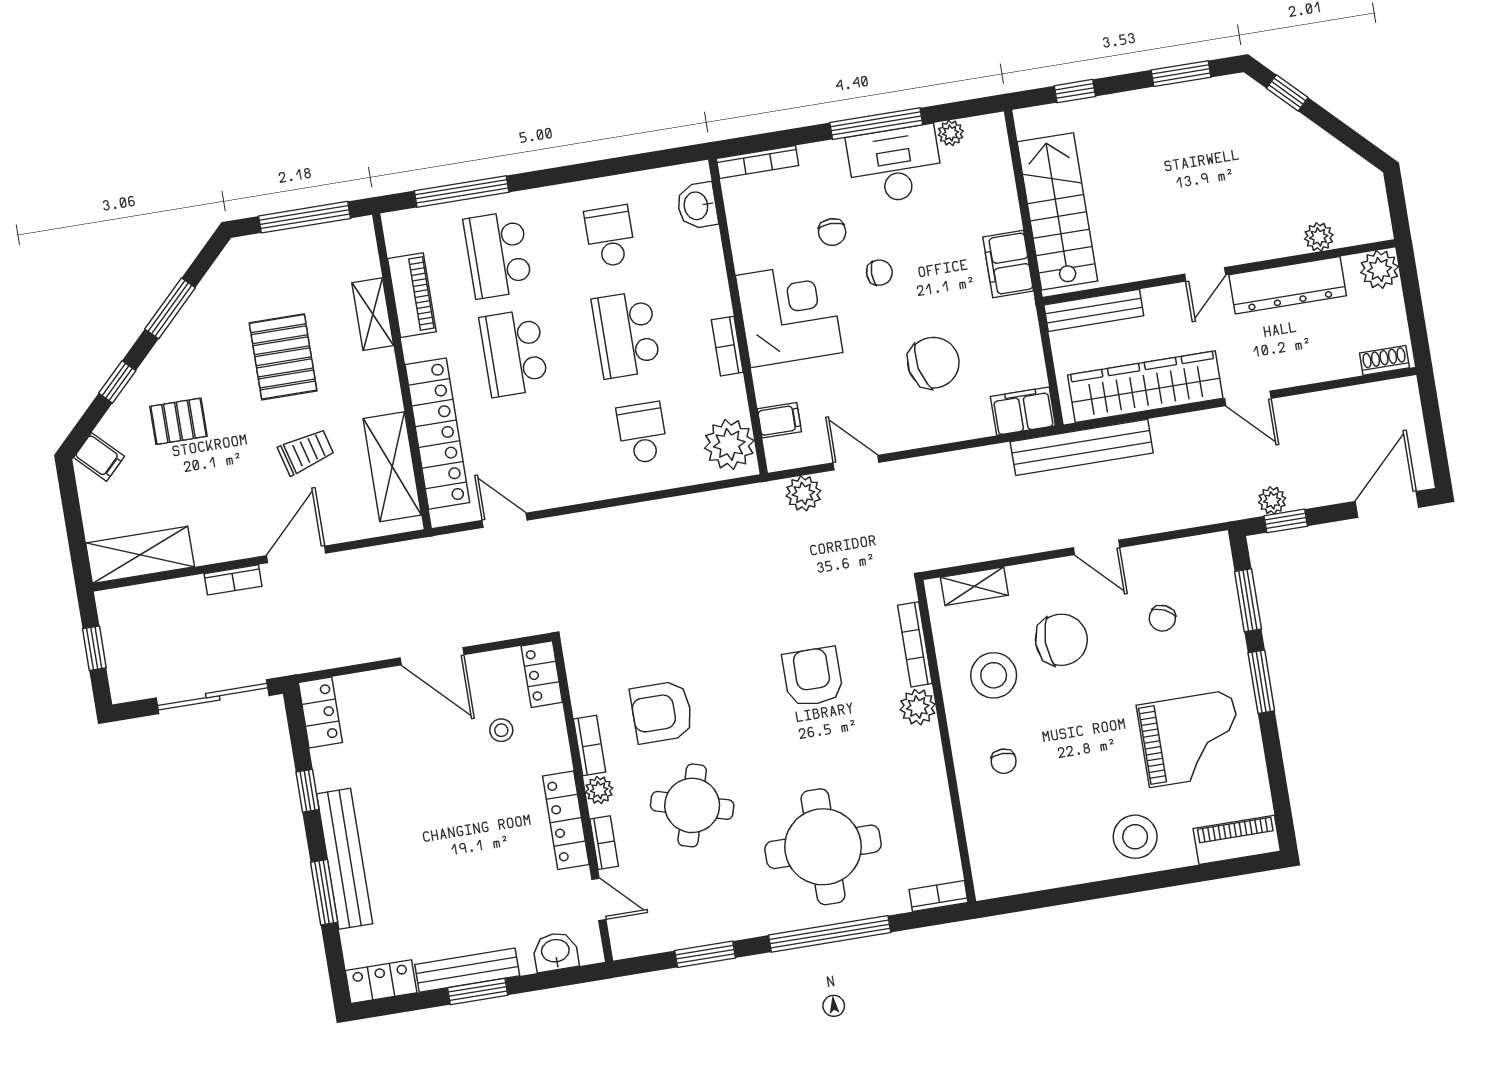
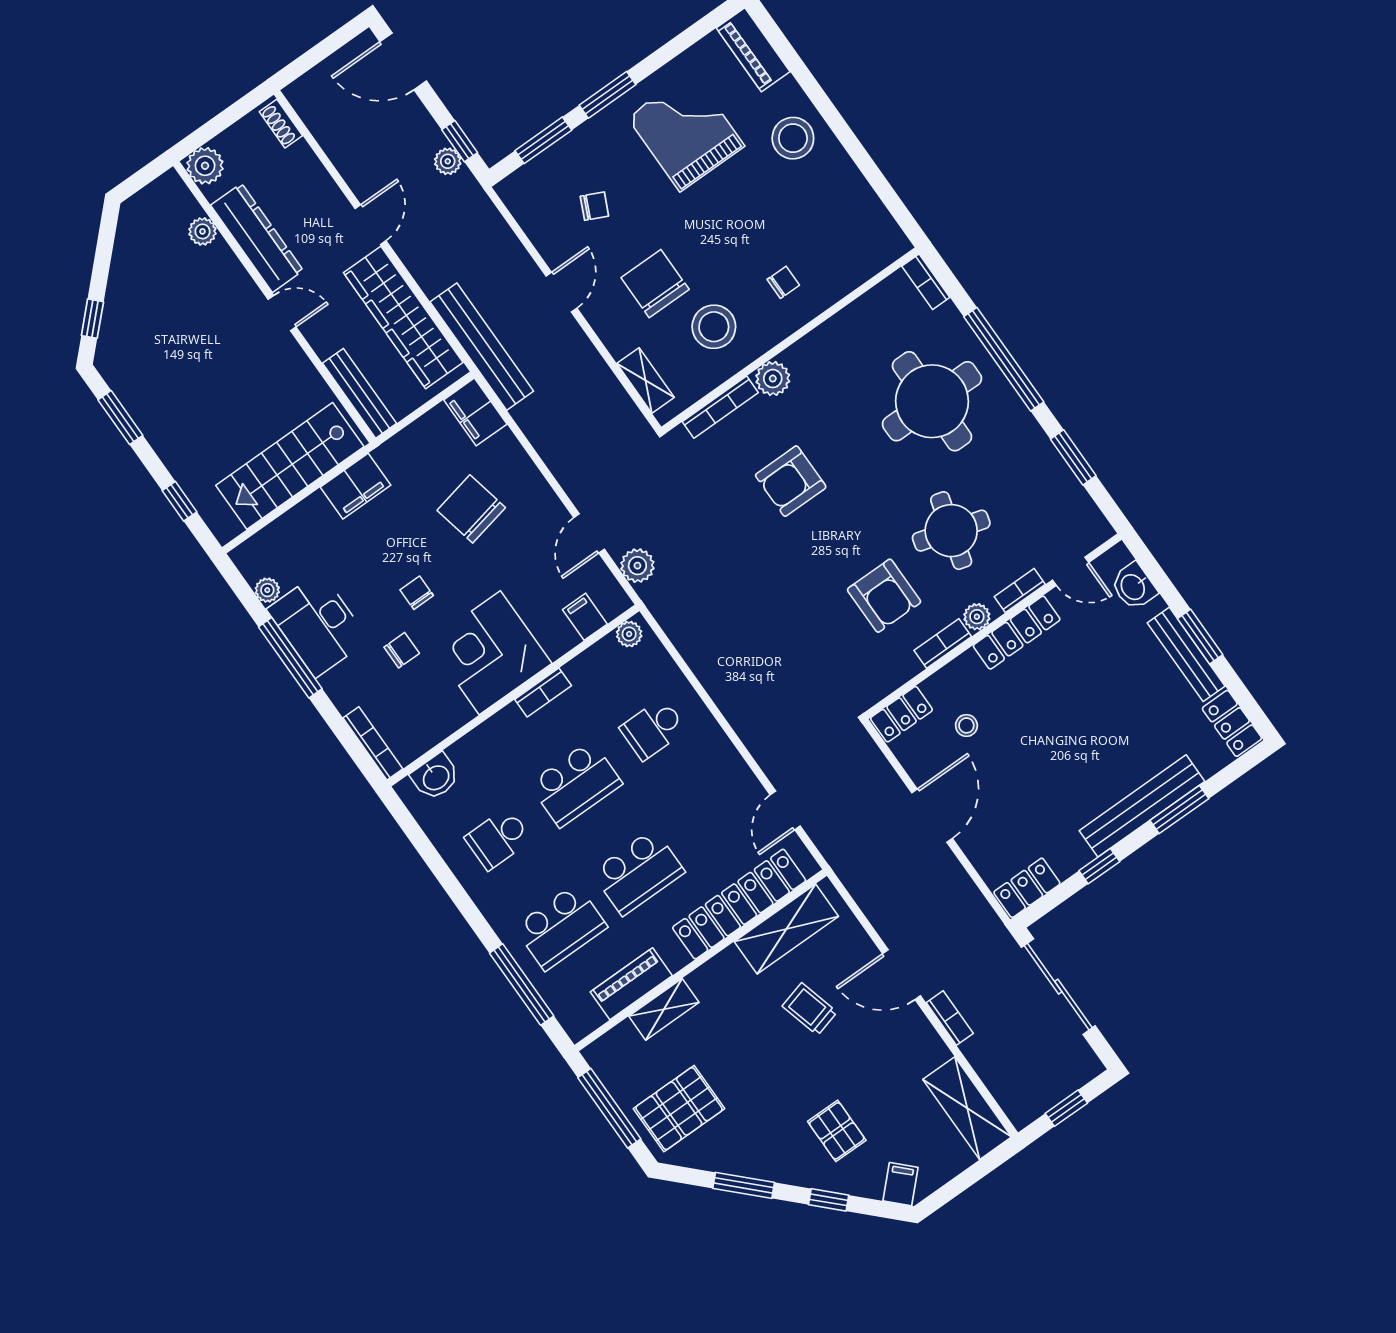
pallet: (283, 357) -> (679, 1109), moved
plant: (729, 444) -> (629, 634), width x0.53, depth x0.53
door: (599, 899) -> (1071, 571), swing flipped

